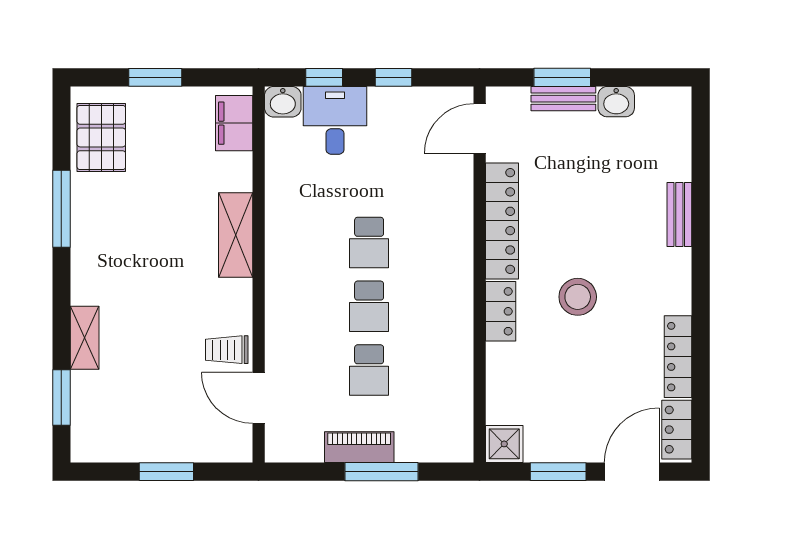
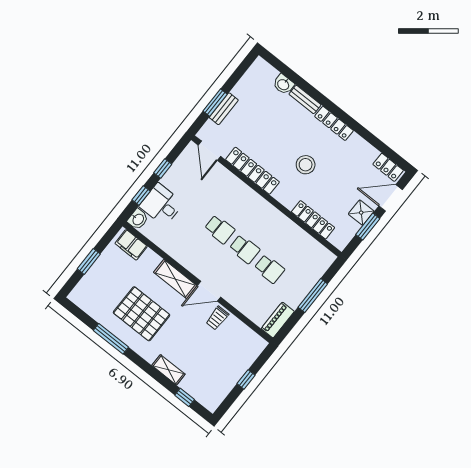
washbasin: (616, 102) -> (283, 84), moved, turned 90
pallet: (101, 137) -> (142, 314), moved, width x1.37, depth x1.41
locker: (501, 311) -> (313, 220), moved, width x1.53
locker: (678, 357) -> (334, 123), moved
window: (61, 397) -> (185, 397), width x0.67
door: (259, 398) -> (209, 291), moved
shower: (504, 444) -> (361, 213), moved
piano: (359, 447) -> (278, 320), moved
window: (166, 472) -> (246, 379), width x0.67
door: (632, 472) -> (391, 198), hinge flipped

